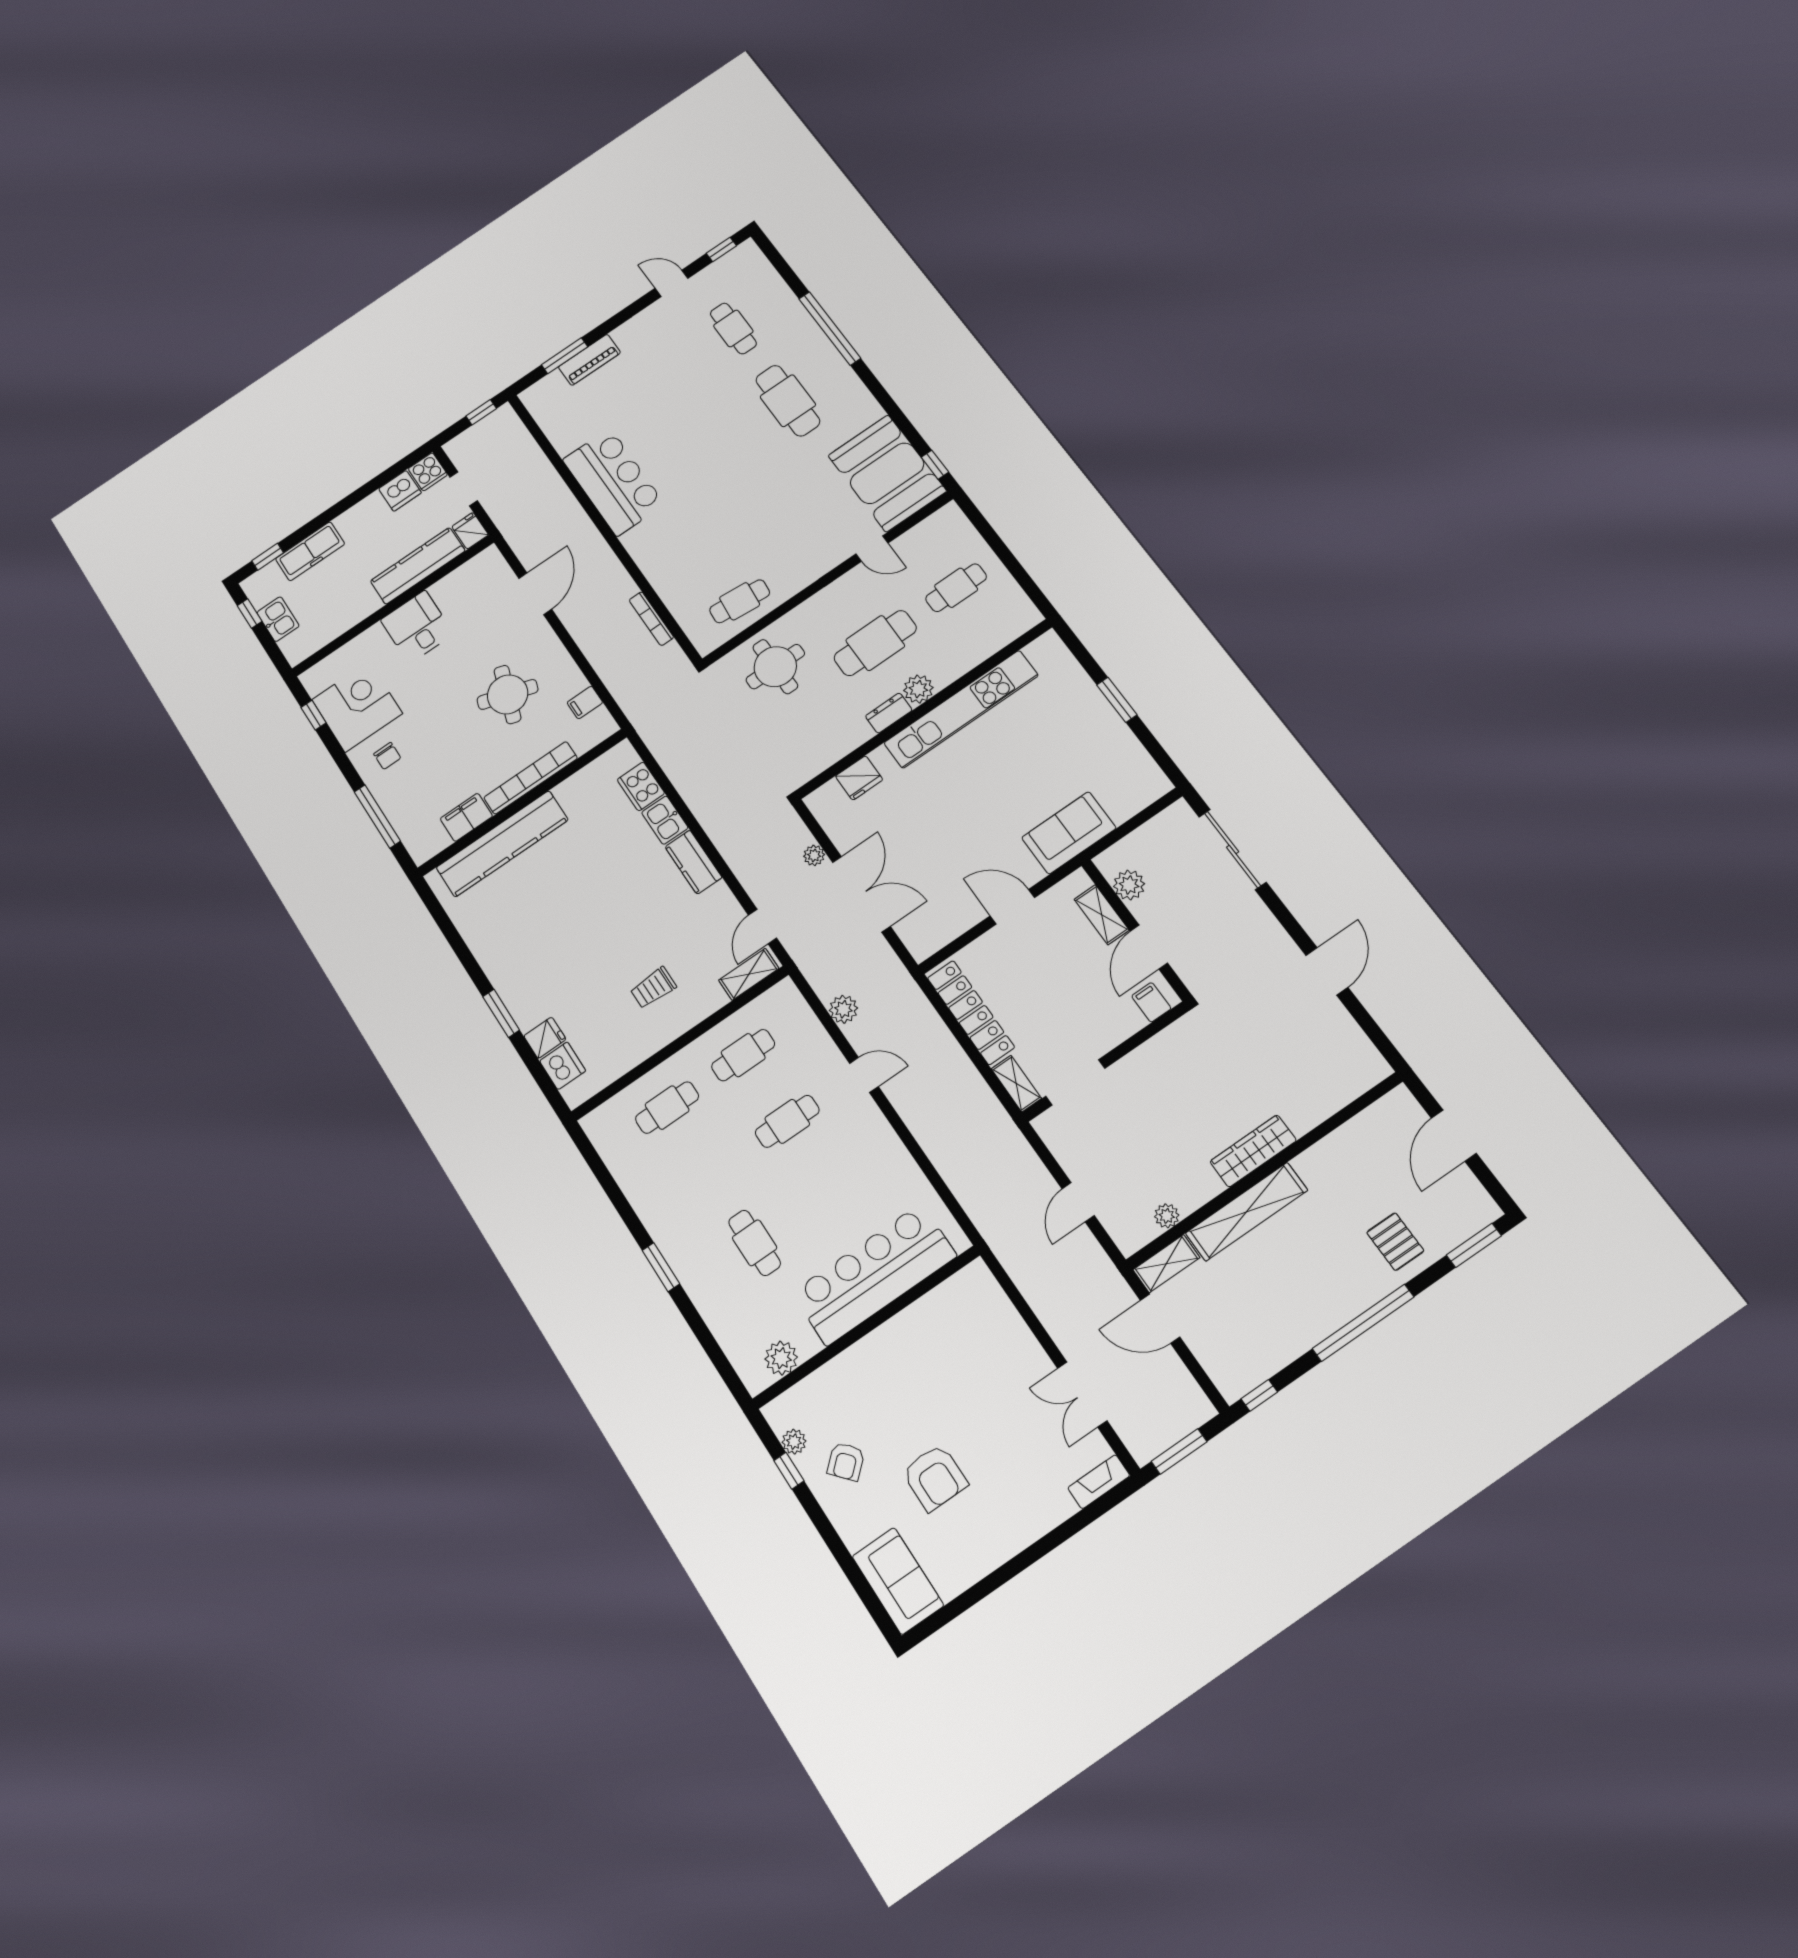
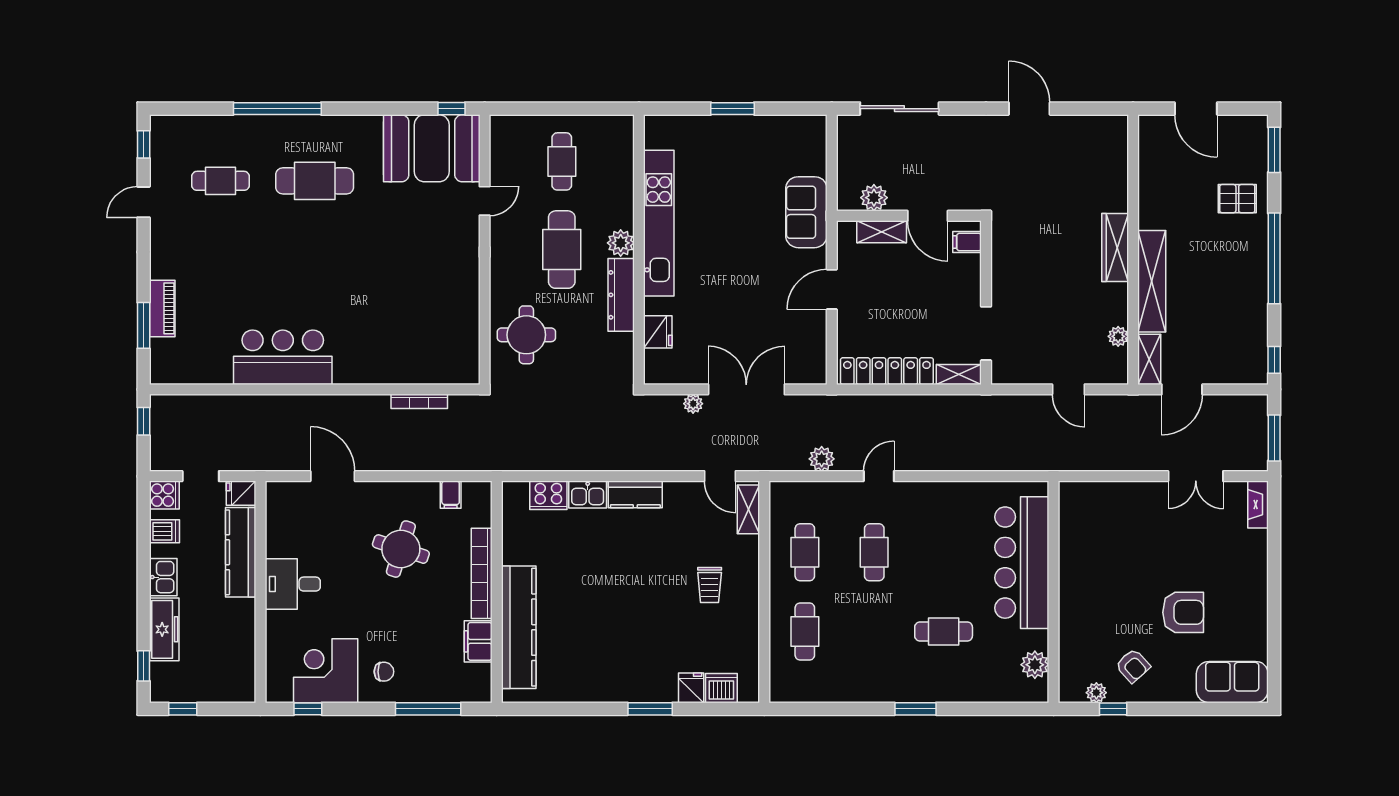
dishwasher: (400, 491) -> (164, 531), width x0.73
cafe table: (740, 601) -> (454, 327), removed
kitchen sink: (278, 619) -> (163, 577), moved, turned 90
dresser: (889, 713) -> (621, 295), width x1.96, depth x1.24

